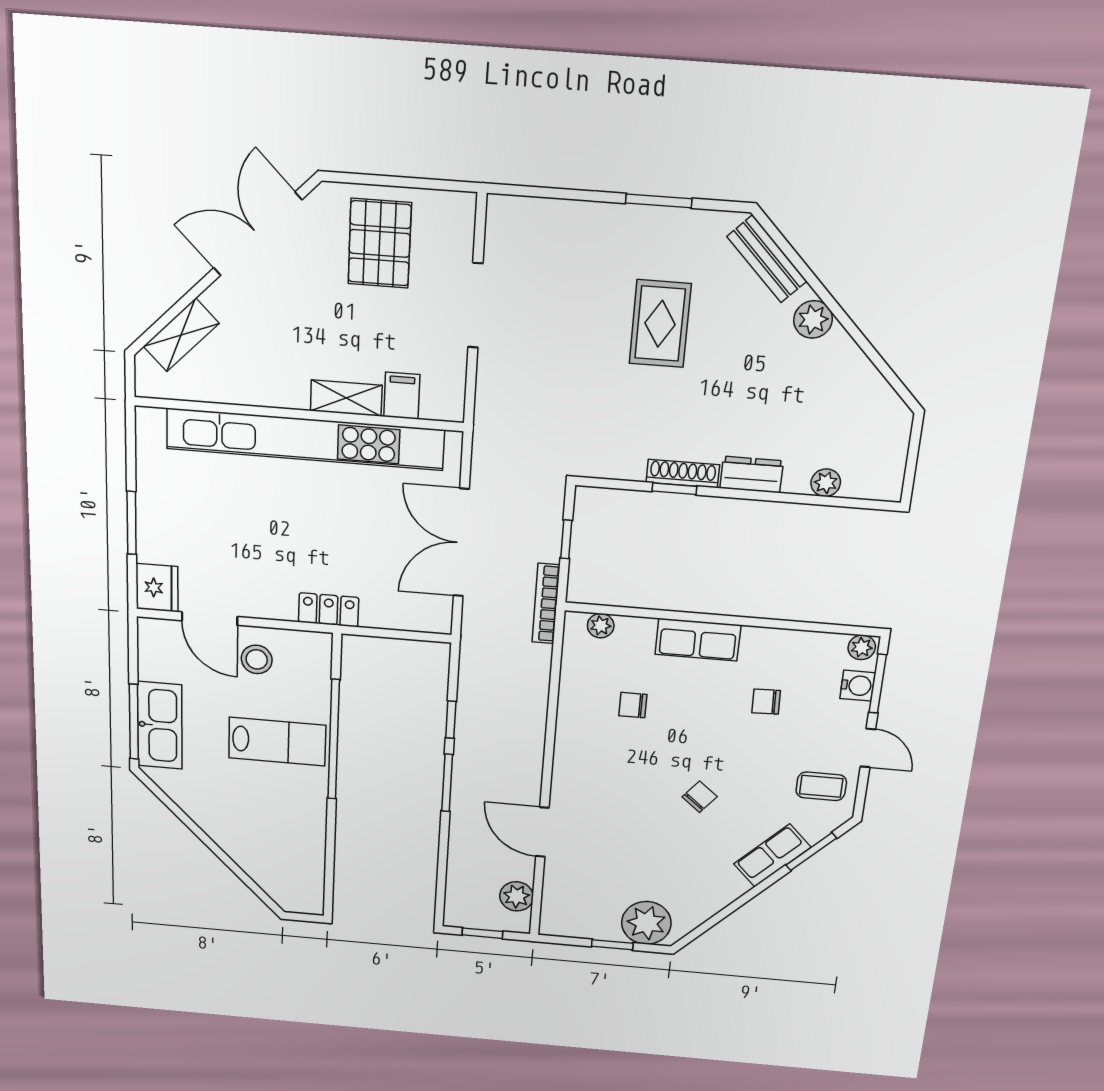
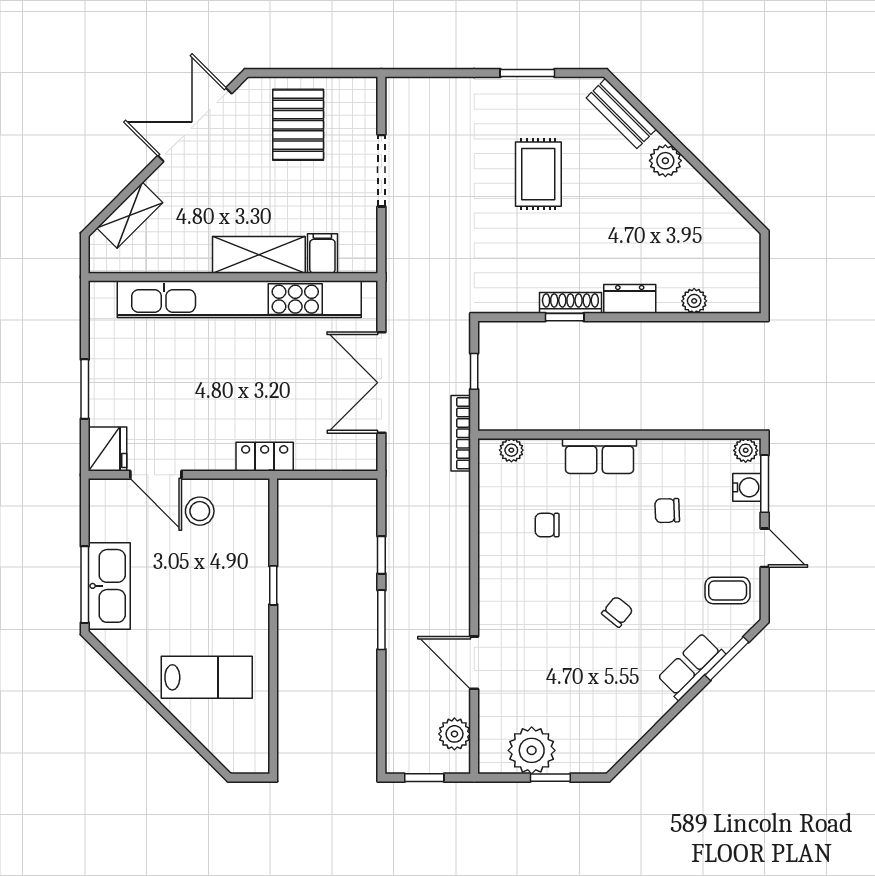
shelving: (346, 398) -> (259, 255), width x1.50, depth x1.33
window: (334, 740) -> (273, 585), width x0.32
lab bench: (277, 742) -> (207, 677), moved
plant: (646, 923) -> (532, 750), moved

